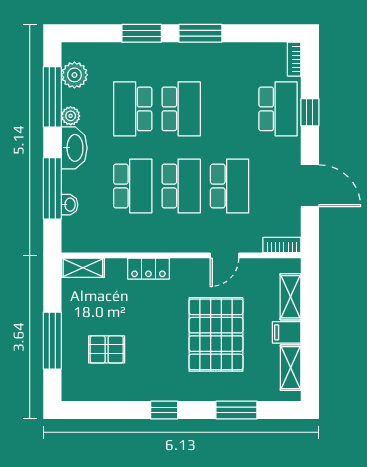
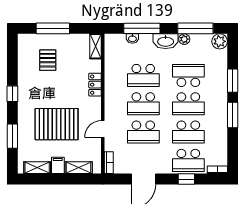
plant: (74, 75) -> (220, 41), moved
school desk: (230, 109) -> (188, 132), added
door: (225, 255) -> (103, 129), hinge flipped

